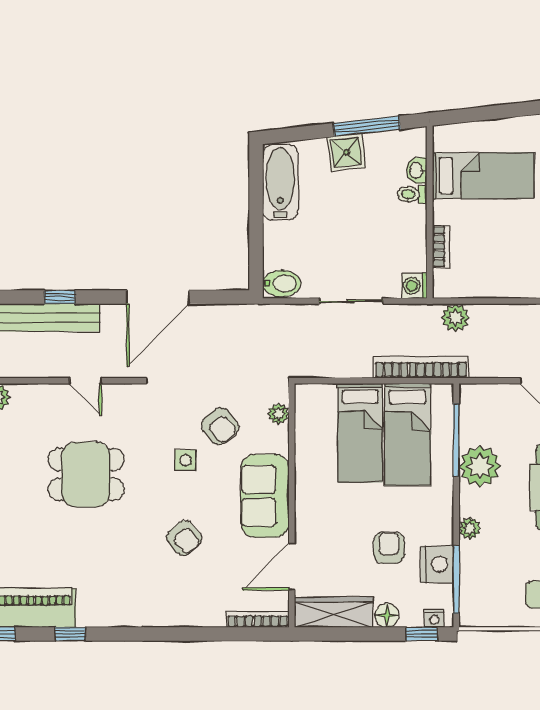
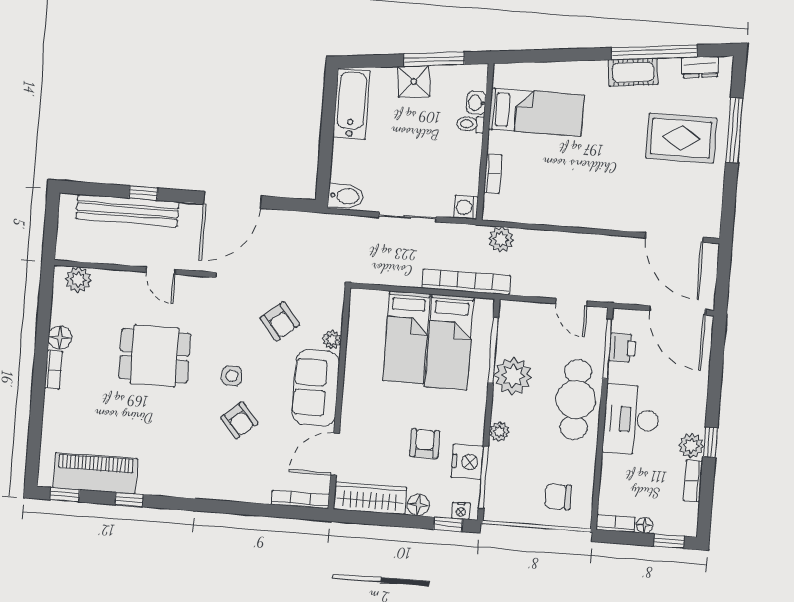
plant: (279, 414) -> (332, 340), moved
side table: (186, 460) -> (232, 376), moved

